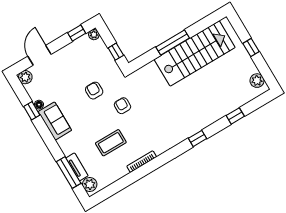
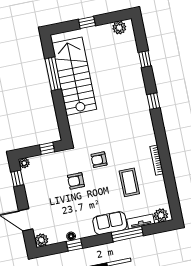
window: (173, 43) -> (53, 74), moved
sofa: (55, 121) -> (110, 223), moved
window: (69, 172) -> (127, 234), moved

